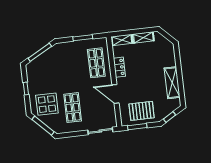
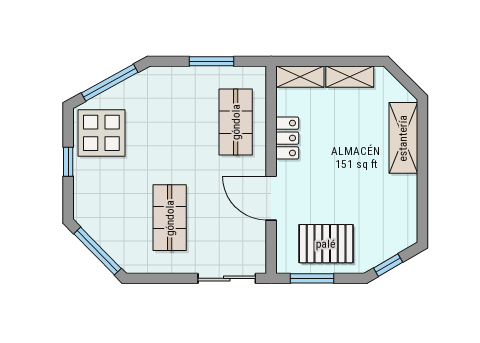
shelving: (172, 83) -> (403, 138), moved
display table: (47, 104) -> (101, 133), moved

